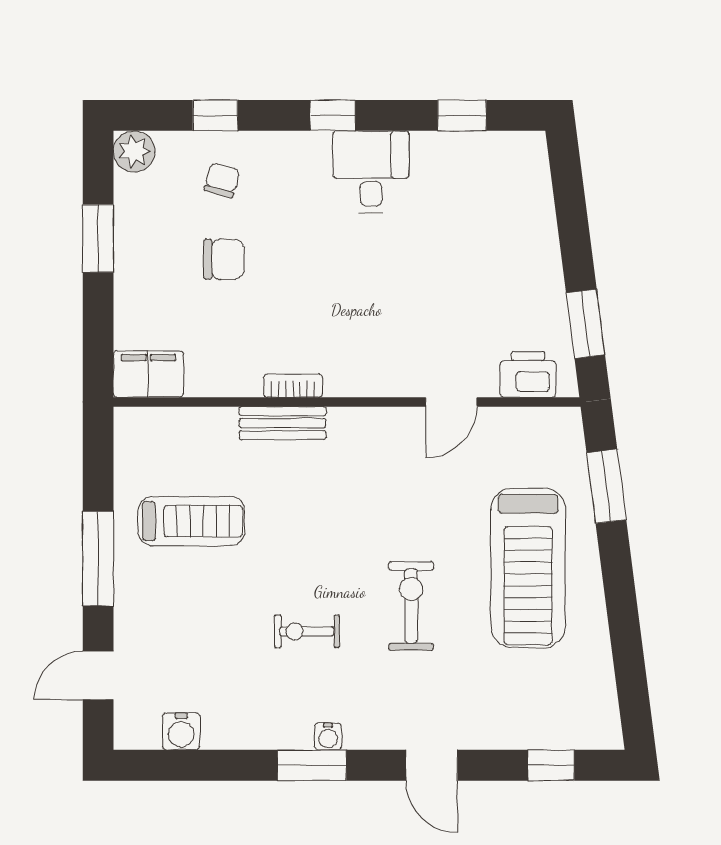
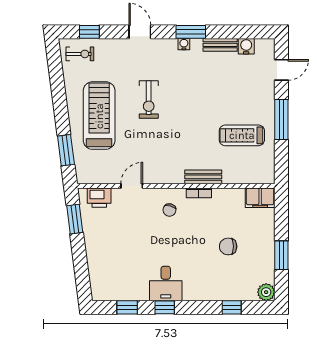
window: (333, 115) -> (165, 307), moved
chair: (222, 180) -> (169, 210), moved
exercise bike: (307, 631) -> (80, 54), moved
bench: (243, 735) -> (220, 45), added

